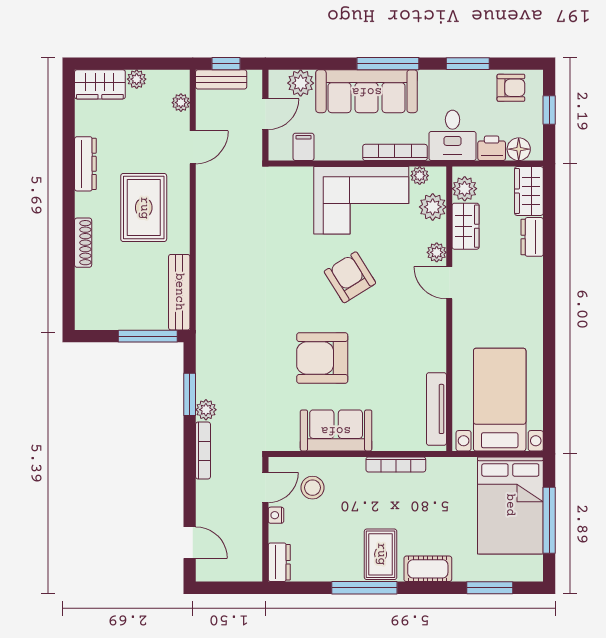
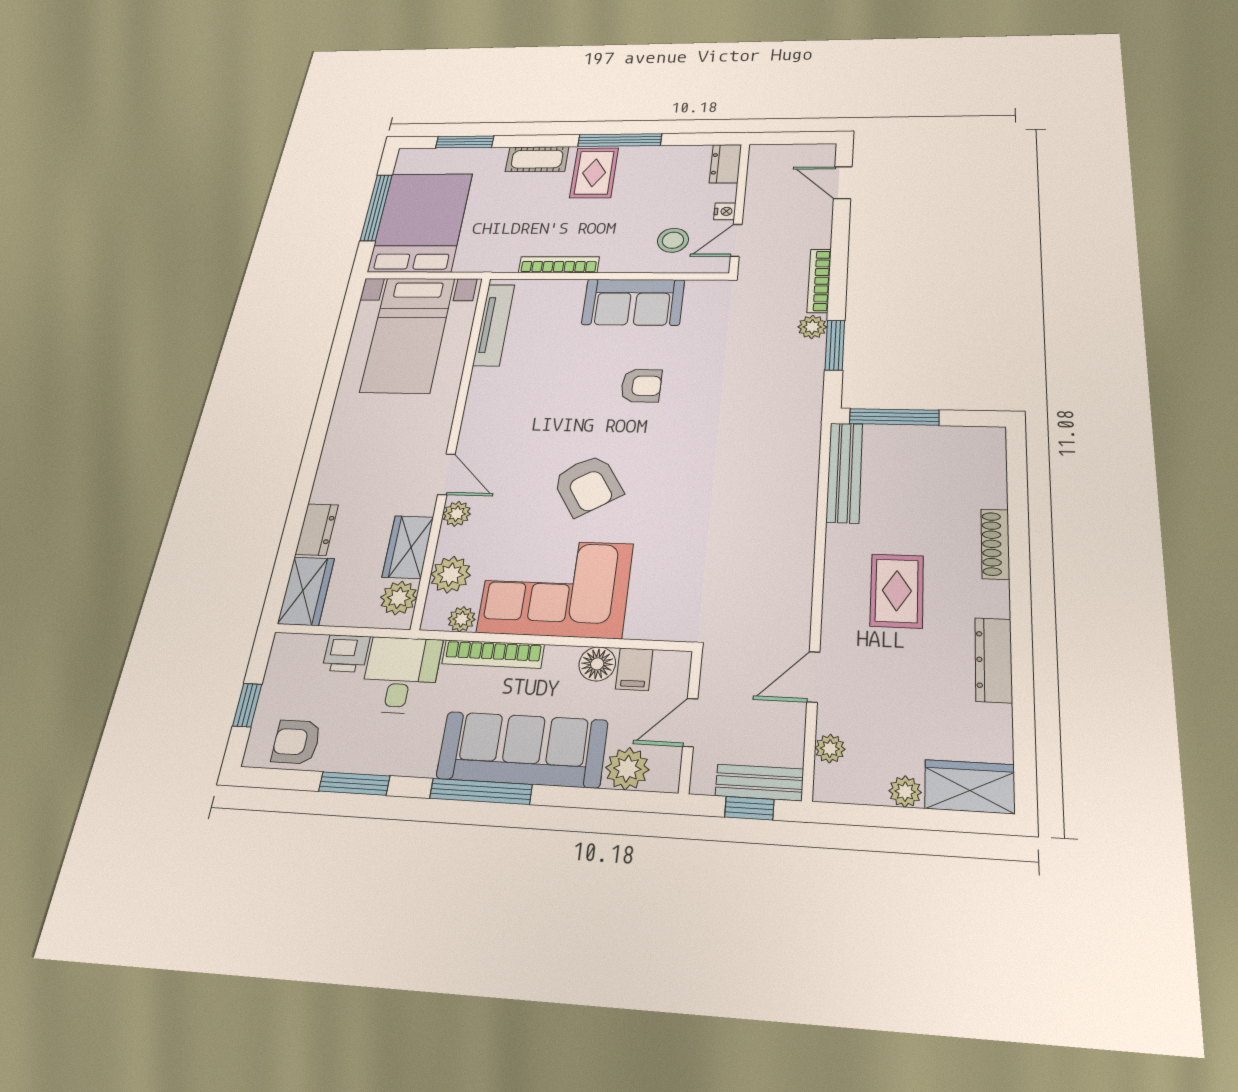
floor lamp: (519, 149) -> (597, 664), moved
rug: (144, 208) -> (897, 591), width x0.73, depth x0.70
armchair: (322, 358) -> (641, 386), width x0.53, depth x0.53

